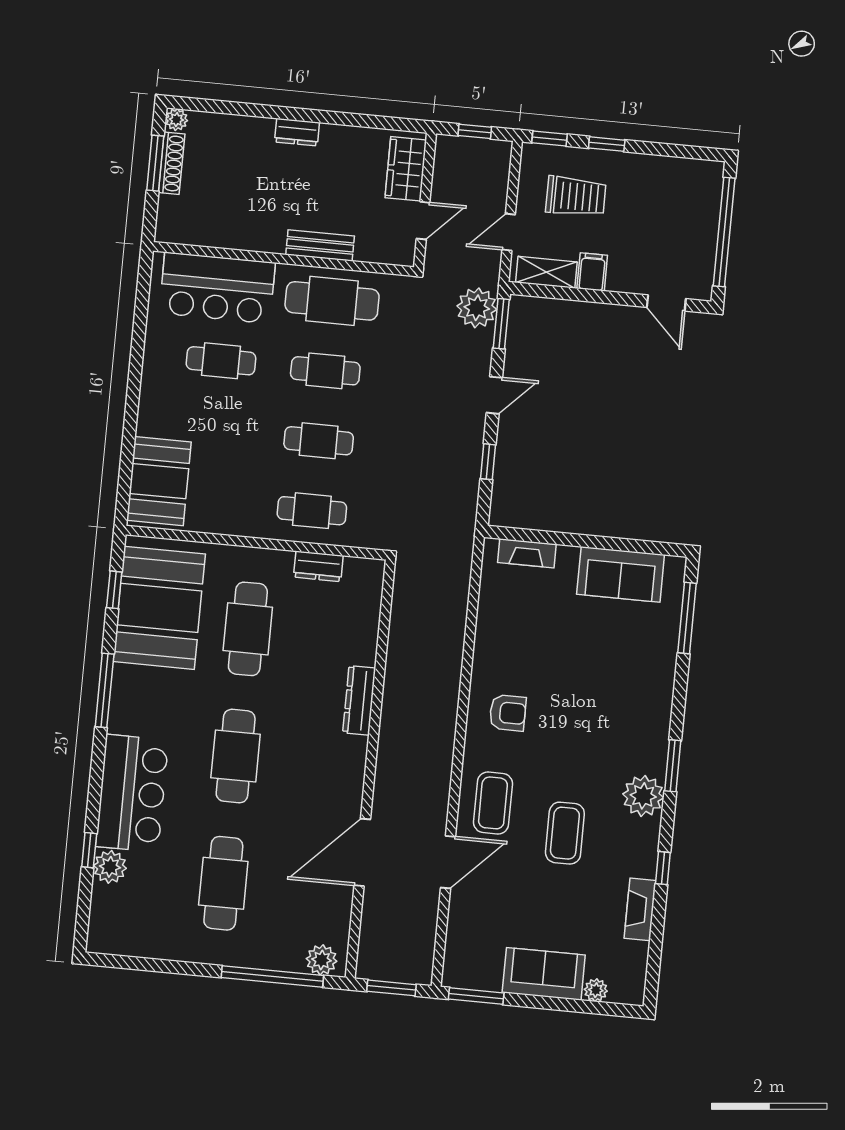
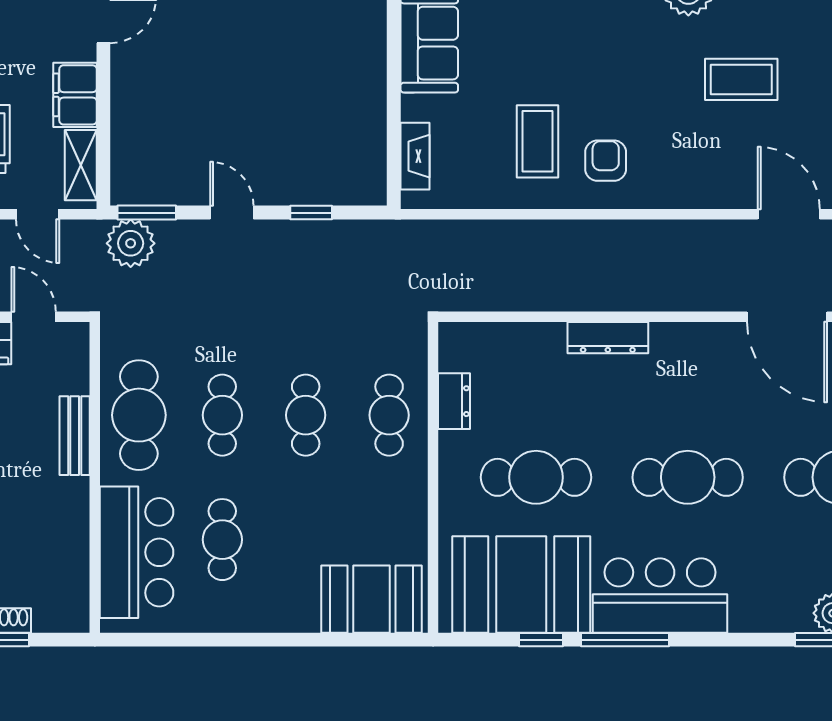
filing cabinet: (592, 272) -> (75, 95), width x2.00
window: (114, 590) -> (541, 640), moved
bar counter: (132, 793) -> (660, 596), moved
coffee table: (493, 803) -> (537, 141), moved, turned 90

